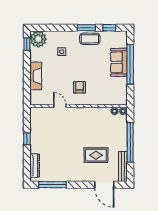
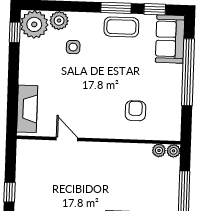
plant: (53, 36) -> (59, 21), added
sofa: (119, 62) -> (170, 39), moved
fireplace: (36, 76) -> (27, 109), moved
armchair: (80, 87) -> (135, 111), moved

